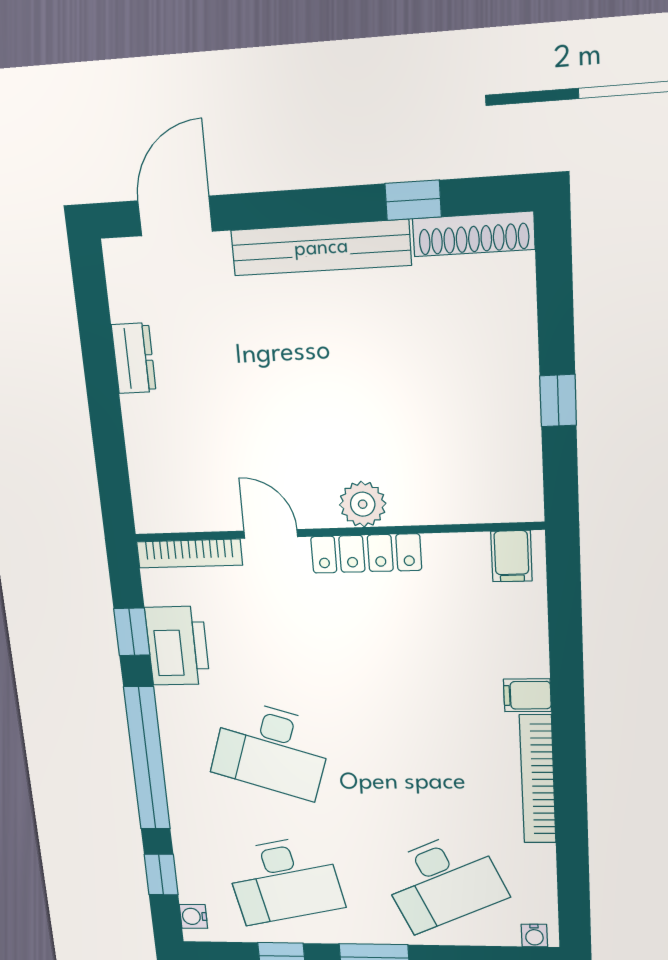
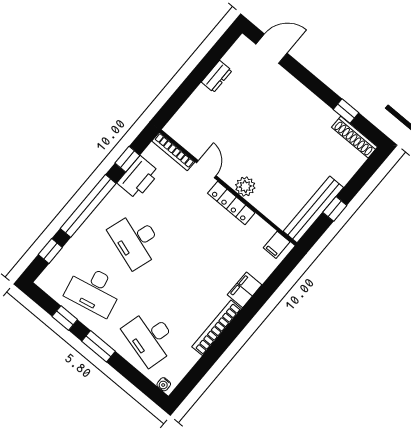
bench: (321, 248) -> (313, 209), moved, turned 90
filing cabinet: (527, 695) -> (245, 290), width x2.00
desk: (443, 881) -> (150, 338), turned 39
water cooler: (193, 916) -> (47, 276), removed

